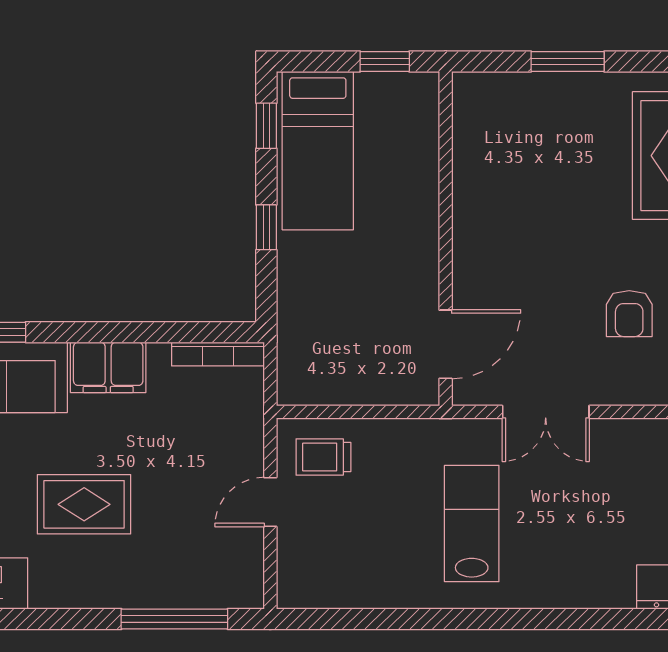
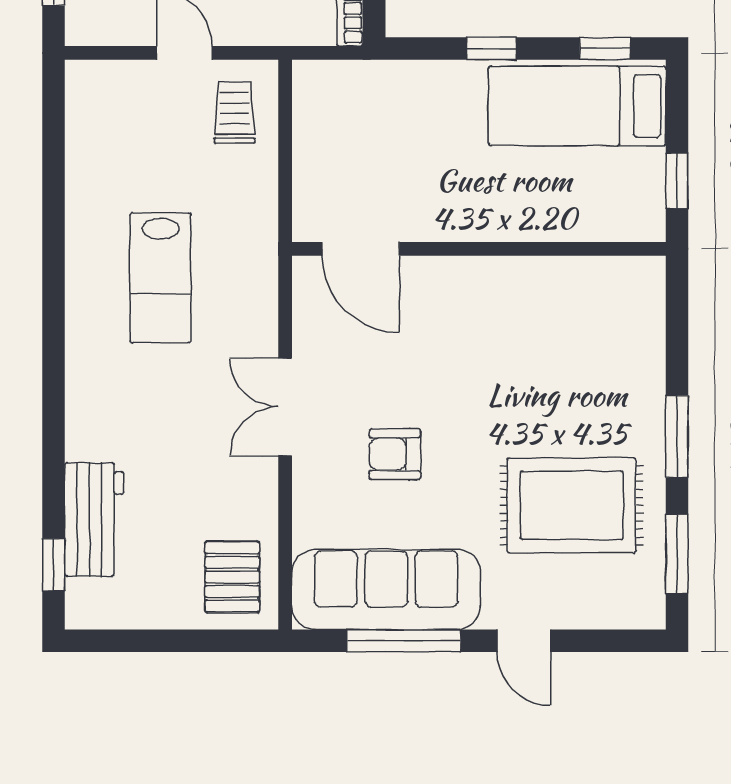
window: (568, 61) -> (677, 437), moved
double door: (546, 412) -> (285, 407), moved
lab bench: (472, 523) -> (160, 278), turned 90

